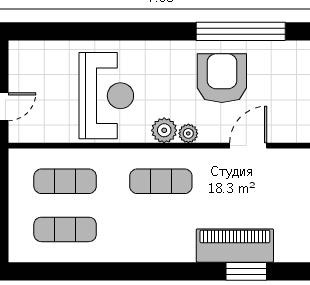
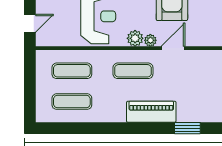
door: (248, 146) -> (173, 48), moved
piano: (235, 246) -> (151, 112), moved

